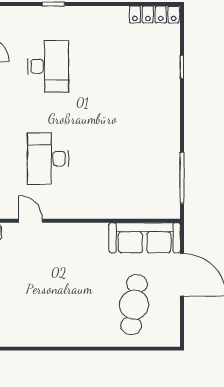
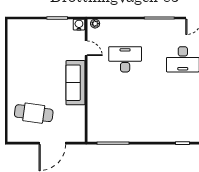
door: (30, 221) -> (86, 48), hinge flipped
sofa: (145, 238) -> (76, 83), moved

